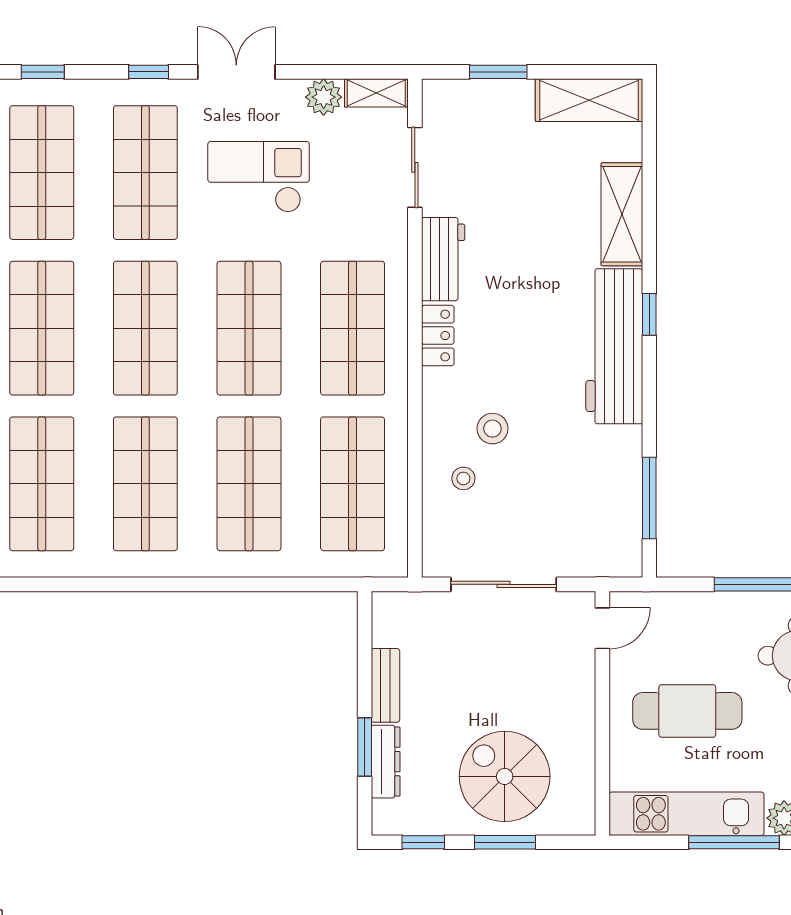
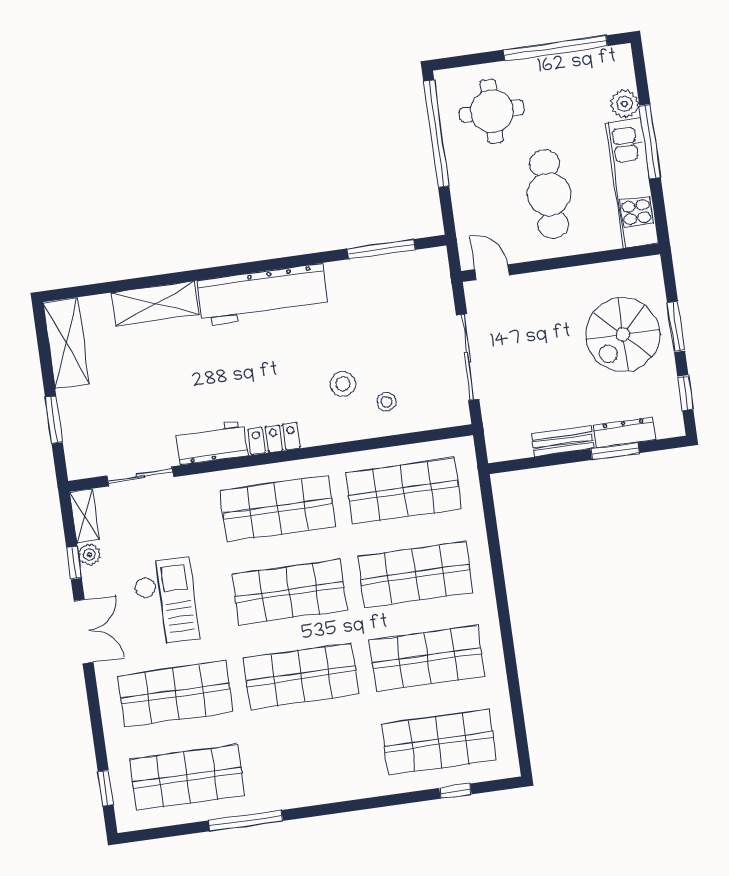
window: (149, 72) -> (74, 563), moved
double door: (236, 72) -> (84, 631), swing flipped
plant: (324, 97) -> (89, 555), width x0.73, depth x0.73
checkout: (259, 177) -> (166, 602), turned 180
window: (649, 314) -> (233, 270), removed
shop shelf: (42, 328) -> (313, 760), removed

